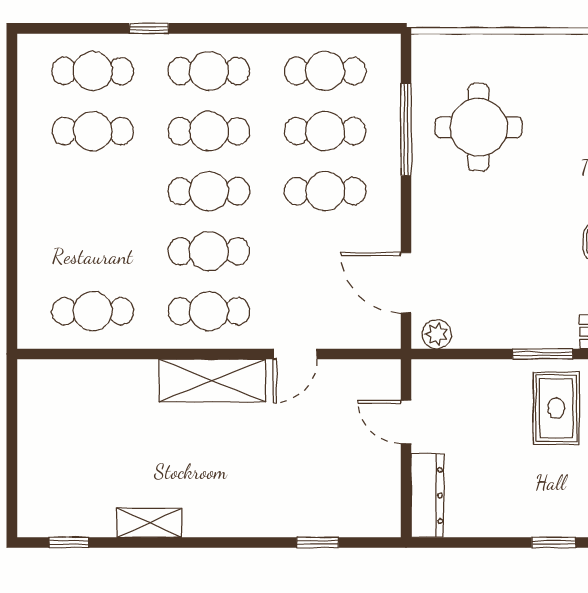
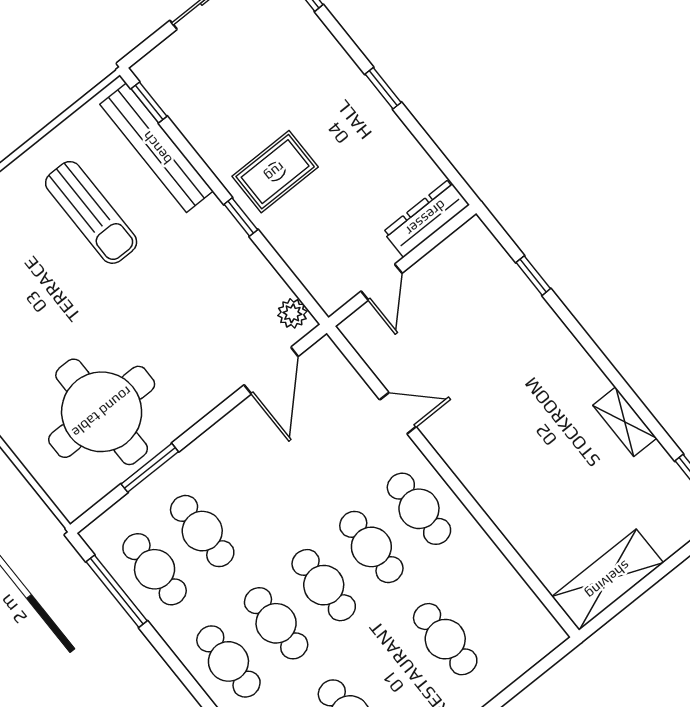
window: (332, 28) -> (117, 591), added
round table: (479, 127) -> (102, 412), width x1.36, depth x1.36
window: (406, 130) -> (150, 468), width x0.69
cafe table: (325, 191) -> (250, 493), removed
cafe table: (93, 311) -> (445, 639), moved
window: (543, 354) -> (241, 217), width x0.67
shelving: (212, 380) -> (608, 580), moved, turned 90

